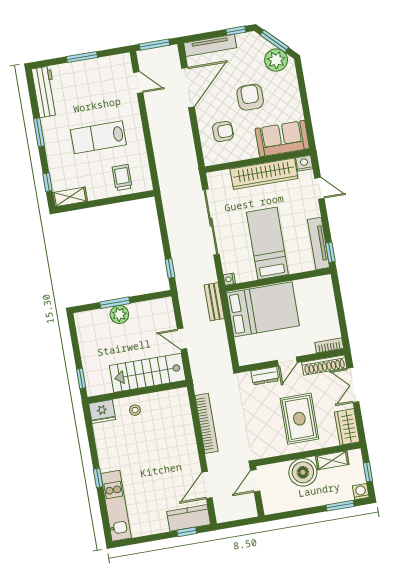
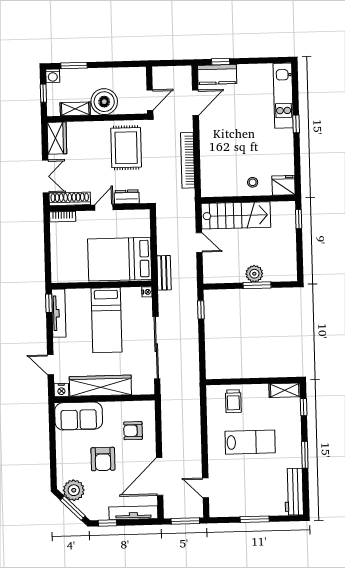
rug: (299, 419) -> (126, 148), moved

